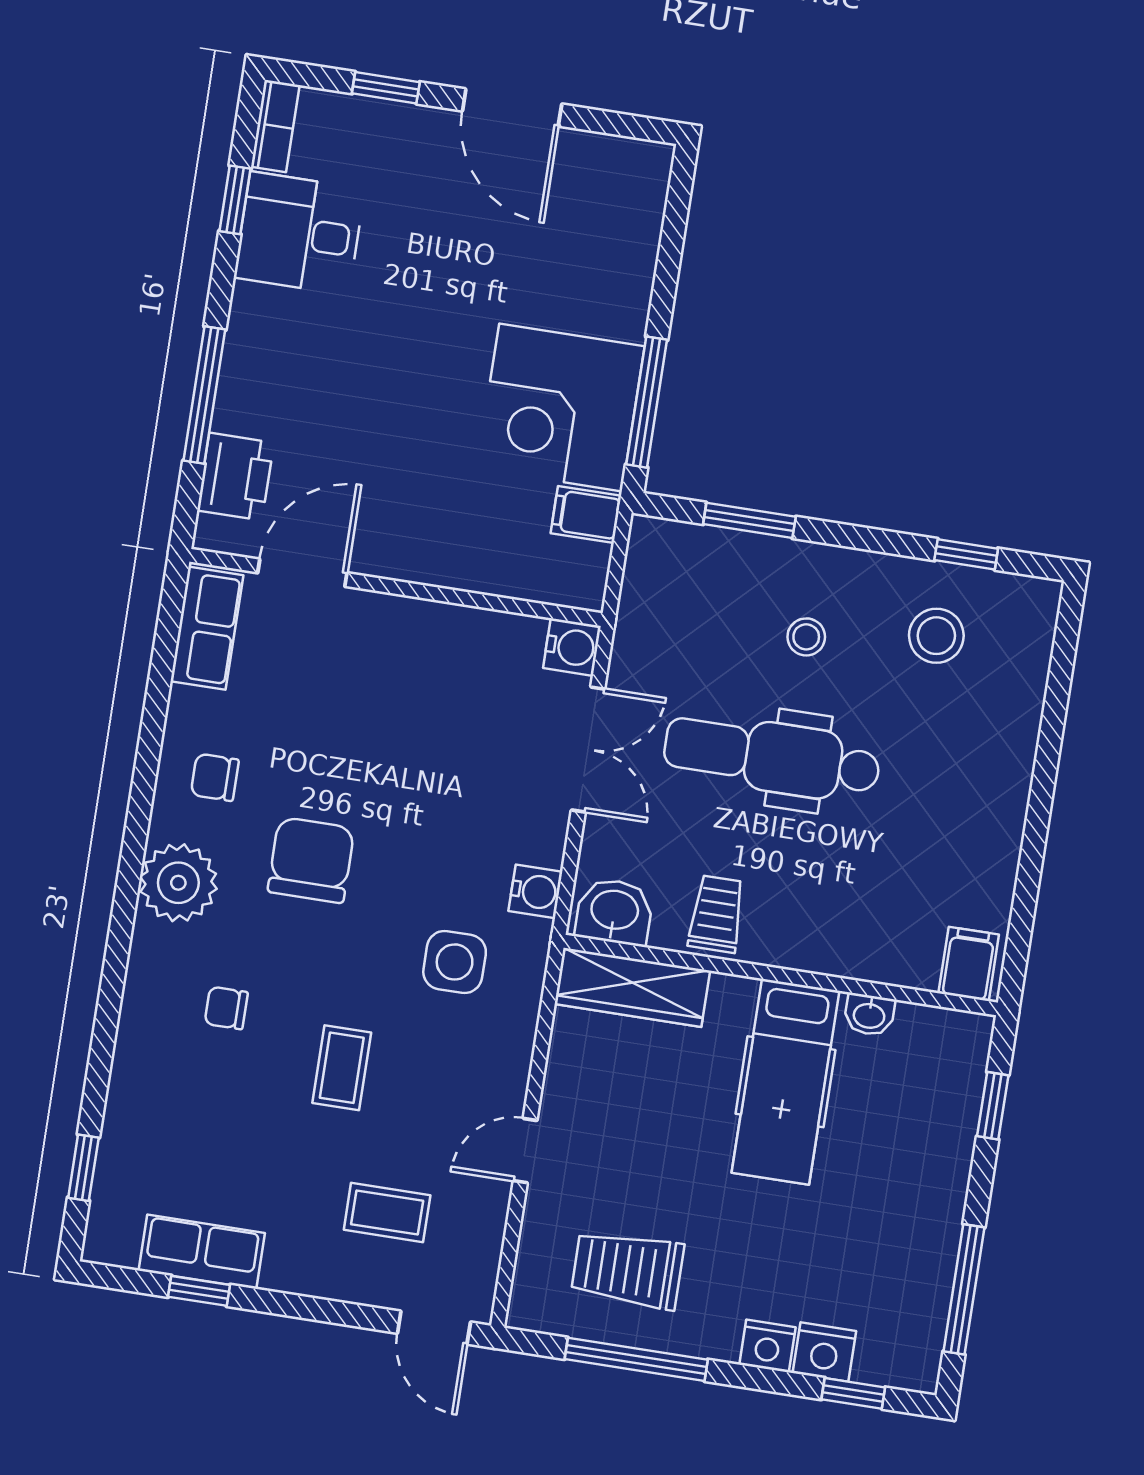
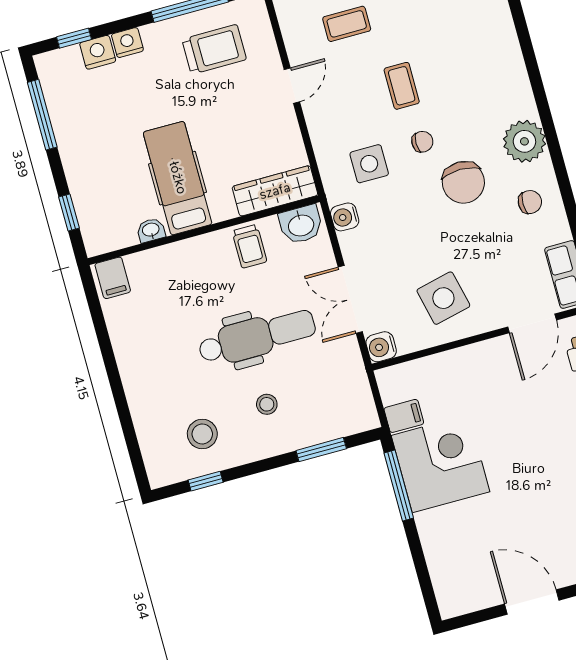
side table: (431, 682) -> (443, 298), added
chair: (226, 1008) -> (422, 142), moved

